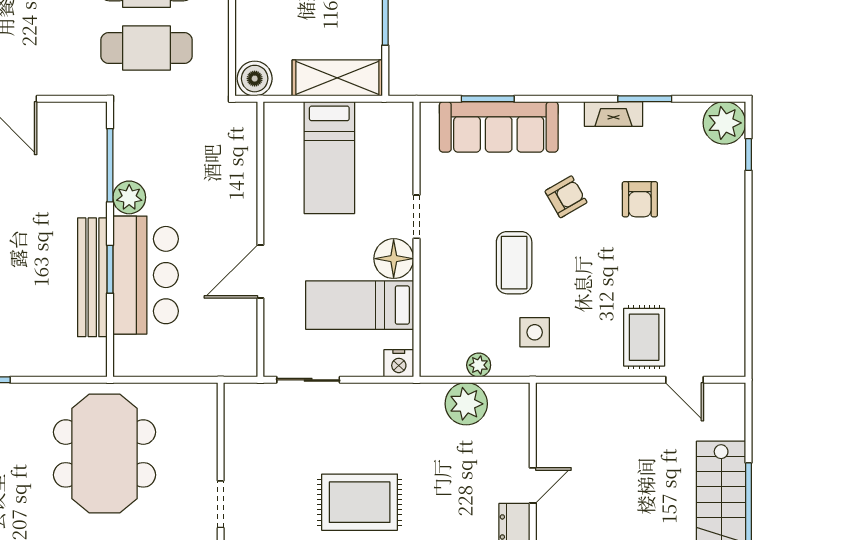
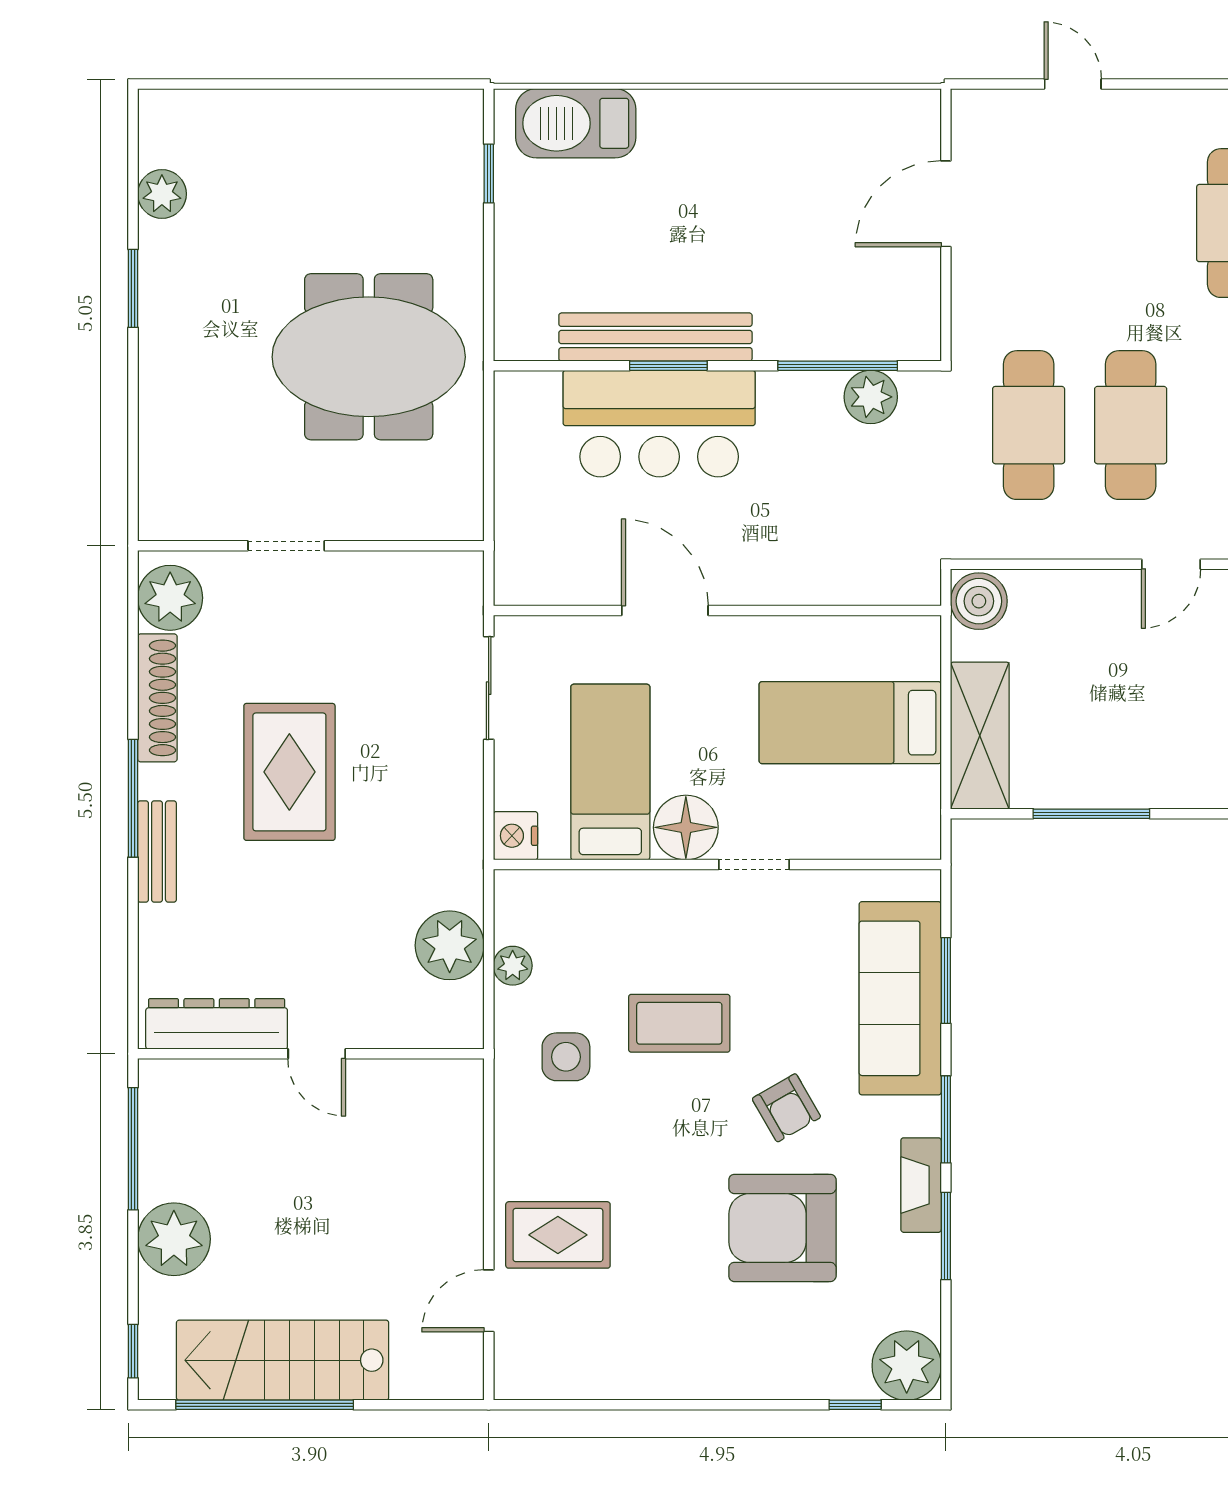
window: (573, 99) -> (946, 1119), added
plant: (129, 197) -> (871, 397), moved
armchair: (640, 199) -> (782, 1228), width x1.88, depth x1.88

